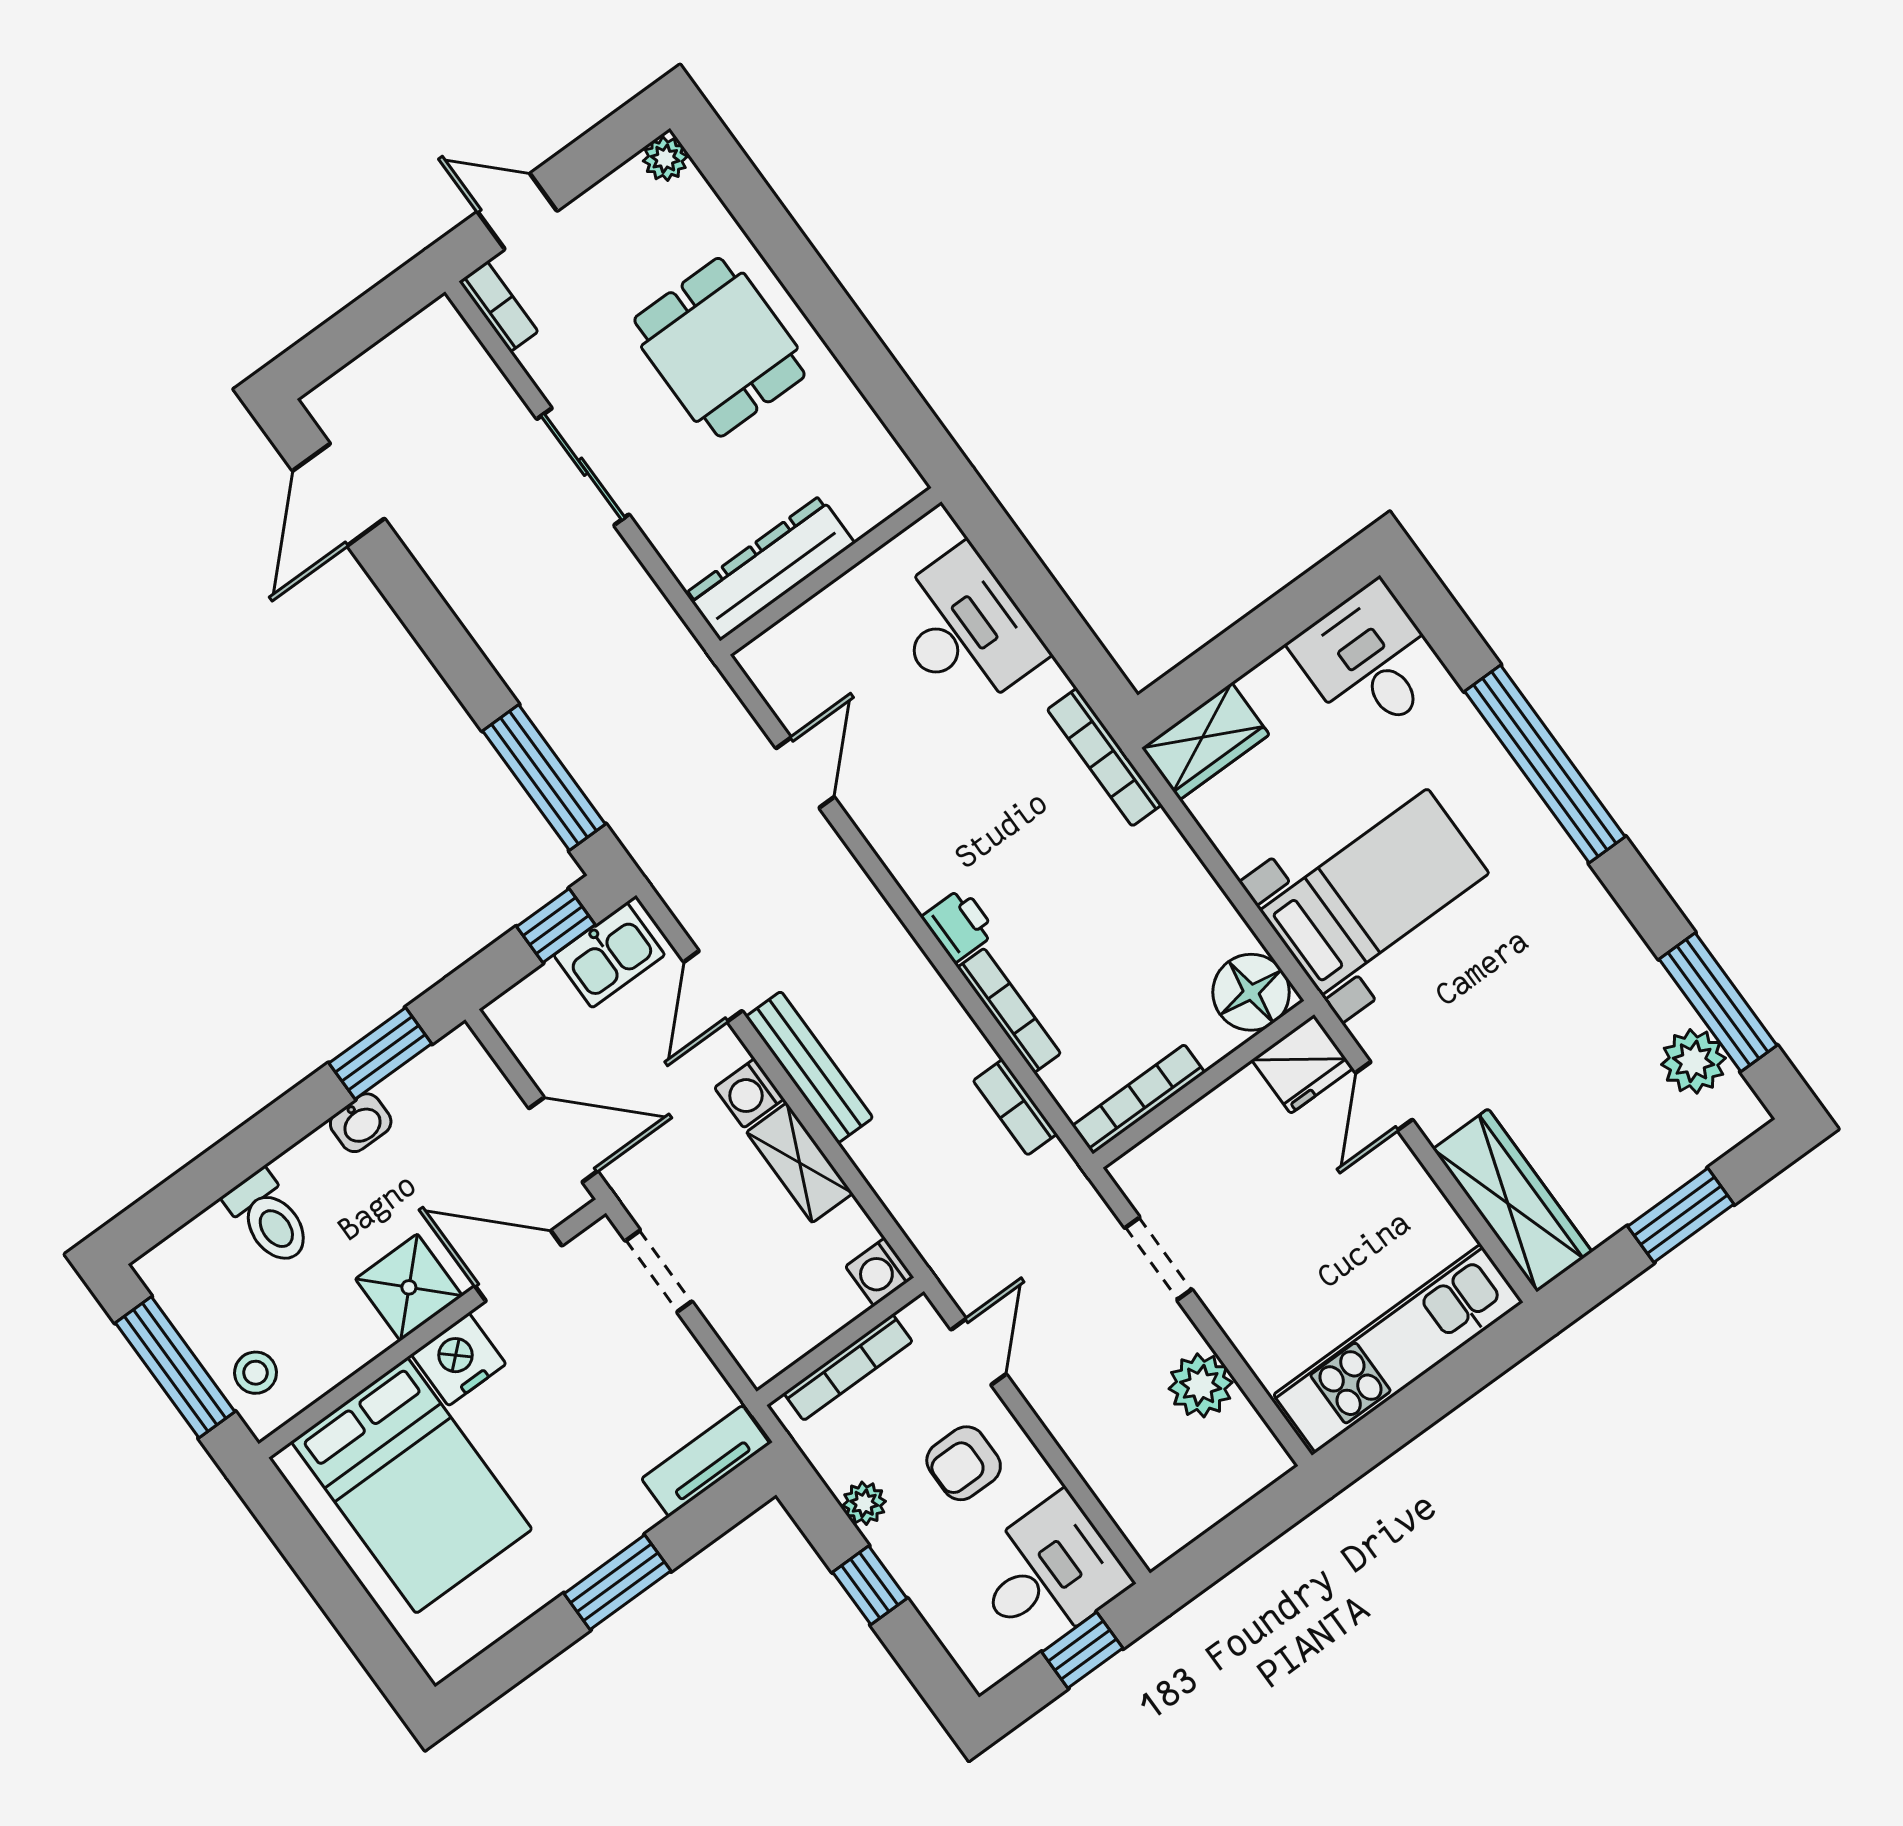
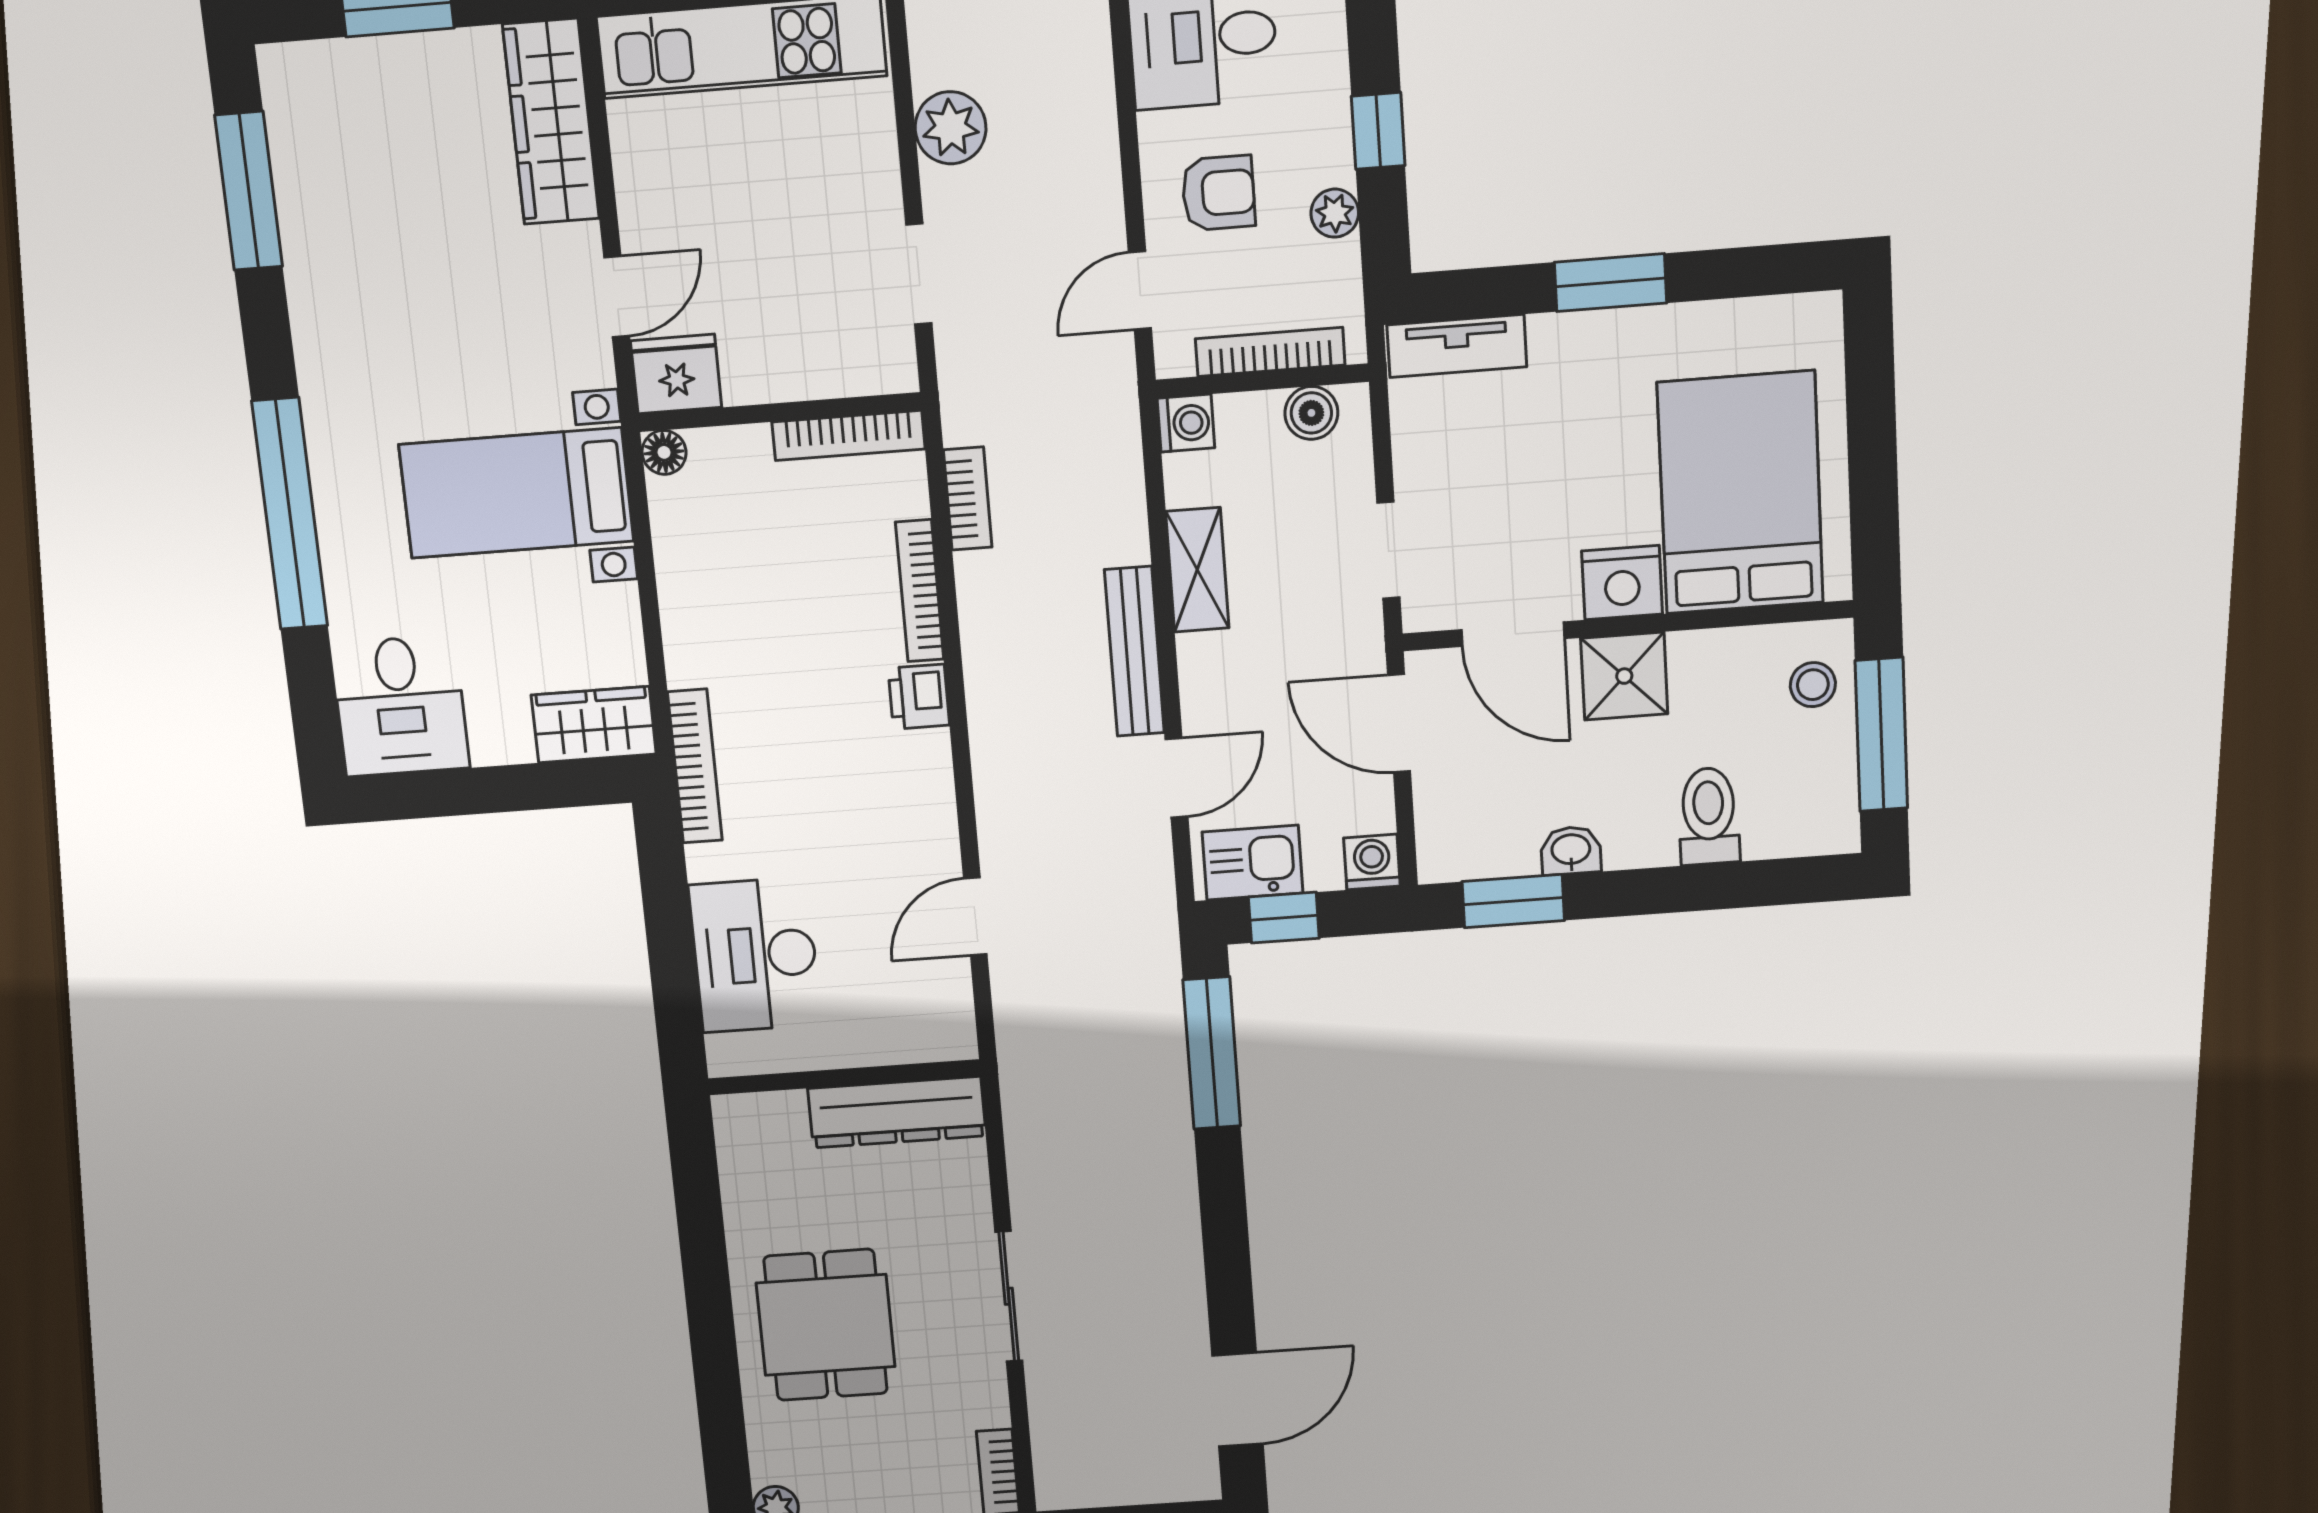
floor lamp: (1251, 992) -> (664, 452), width x0.53, depth x0.53
plant: (1694, 1061) -> (303, 149), removed
washing machine: (749, 1093) -> (1372, 862), moved, turned -90
boiler: (786, 1340) -> (1311, 413), added

